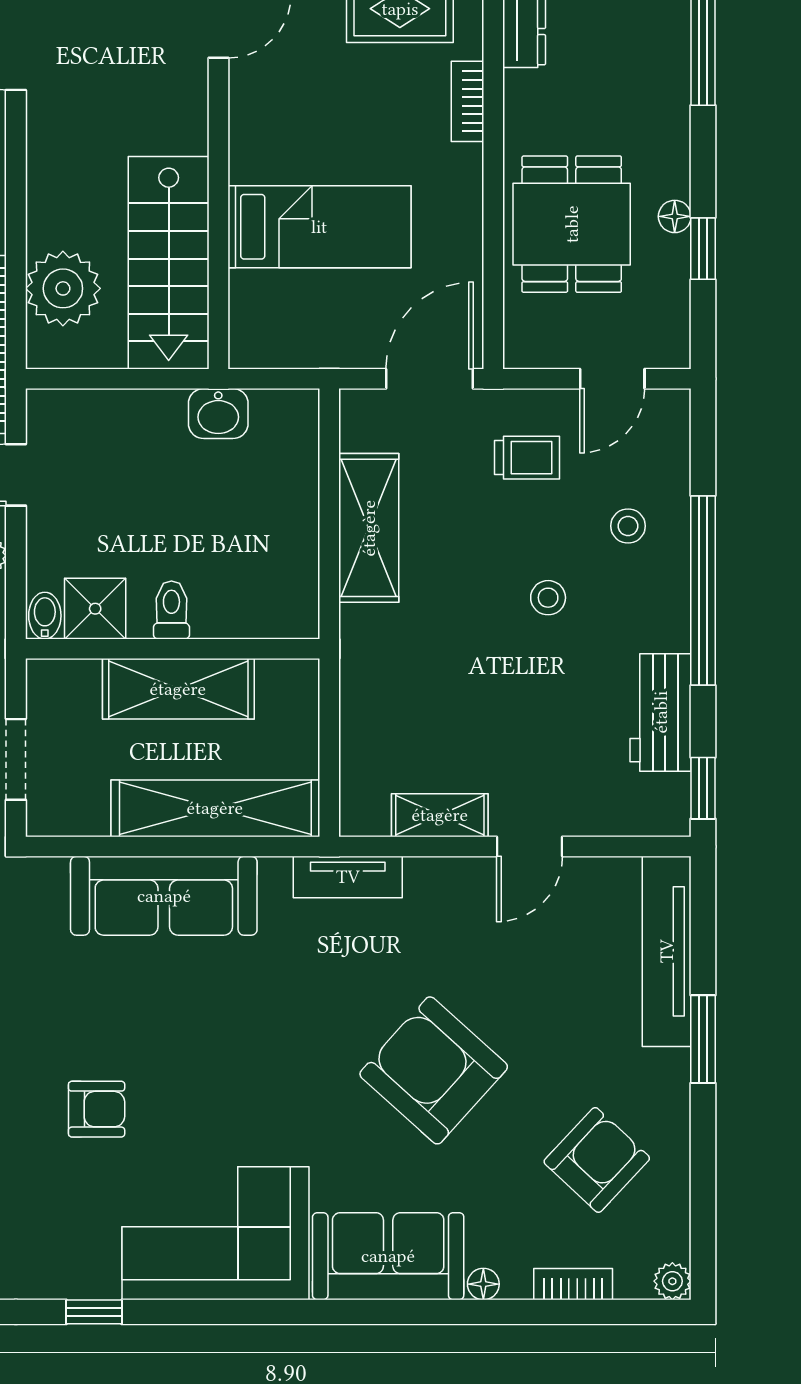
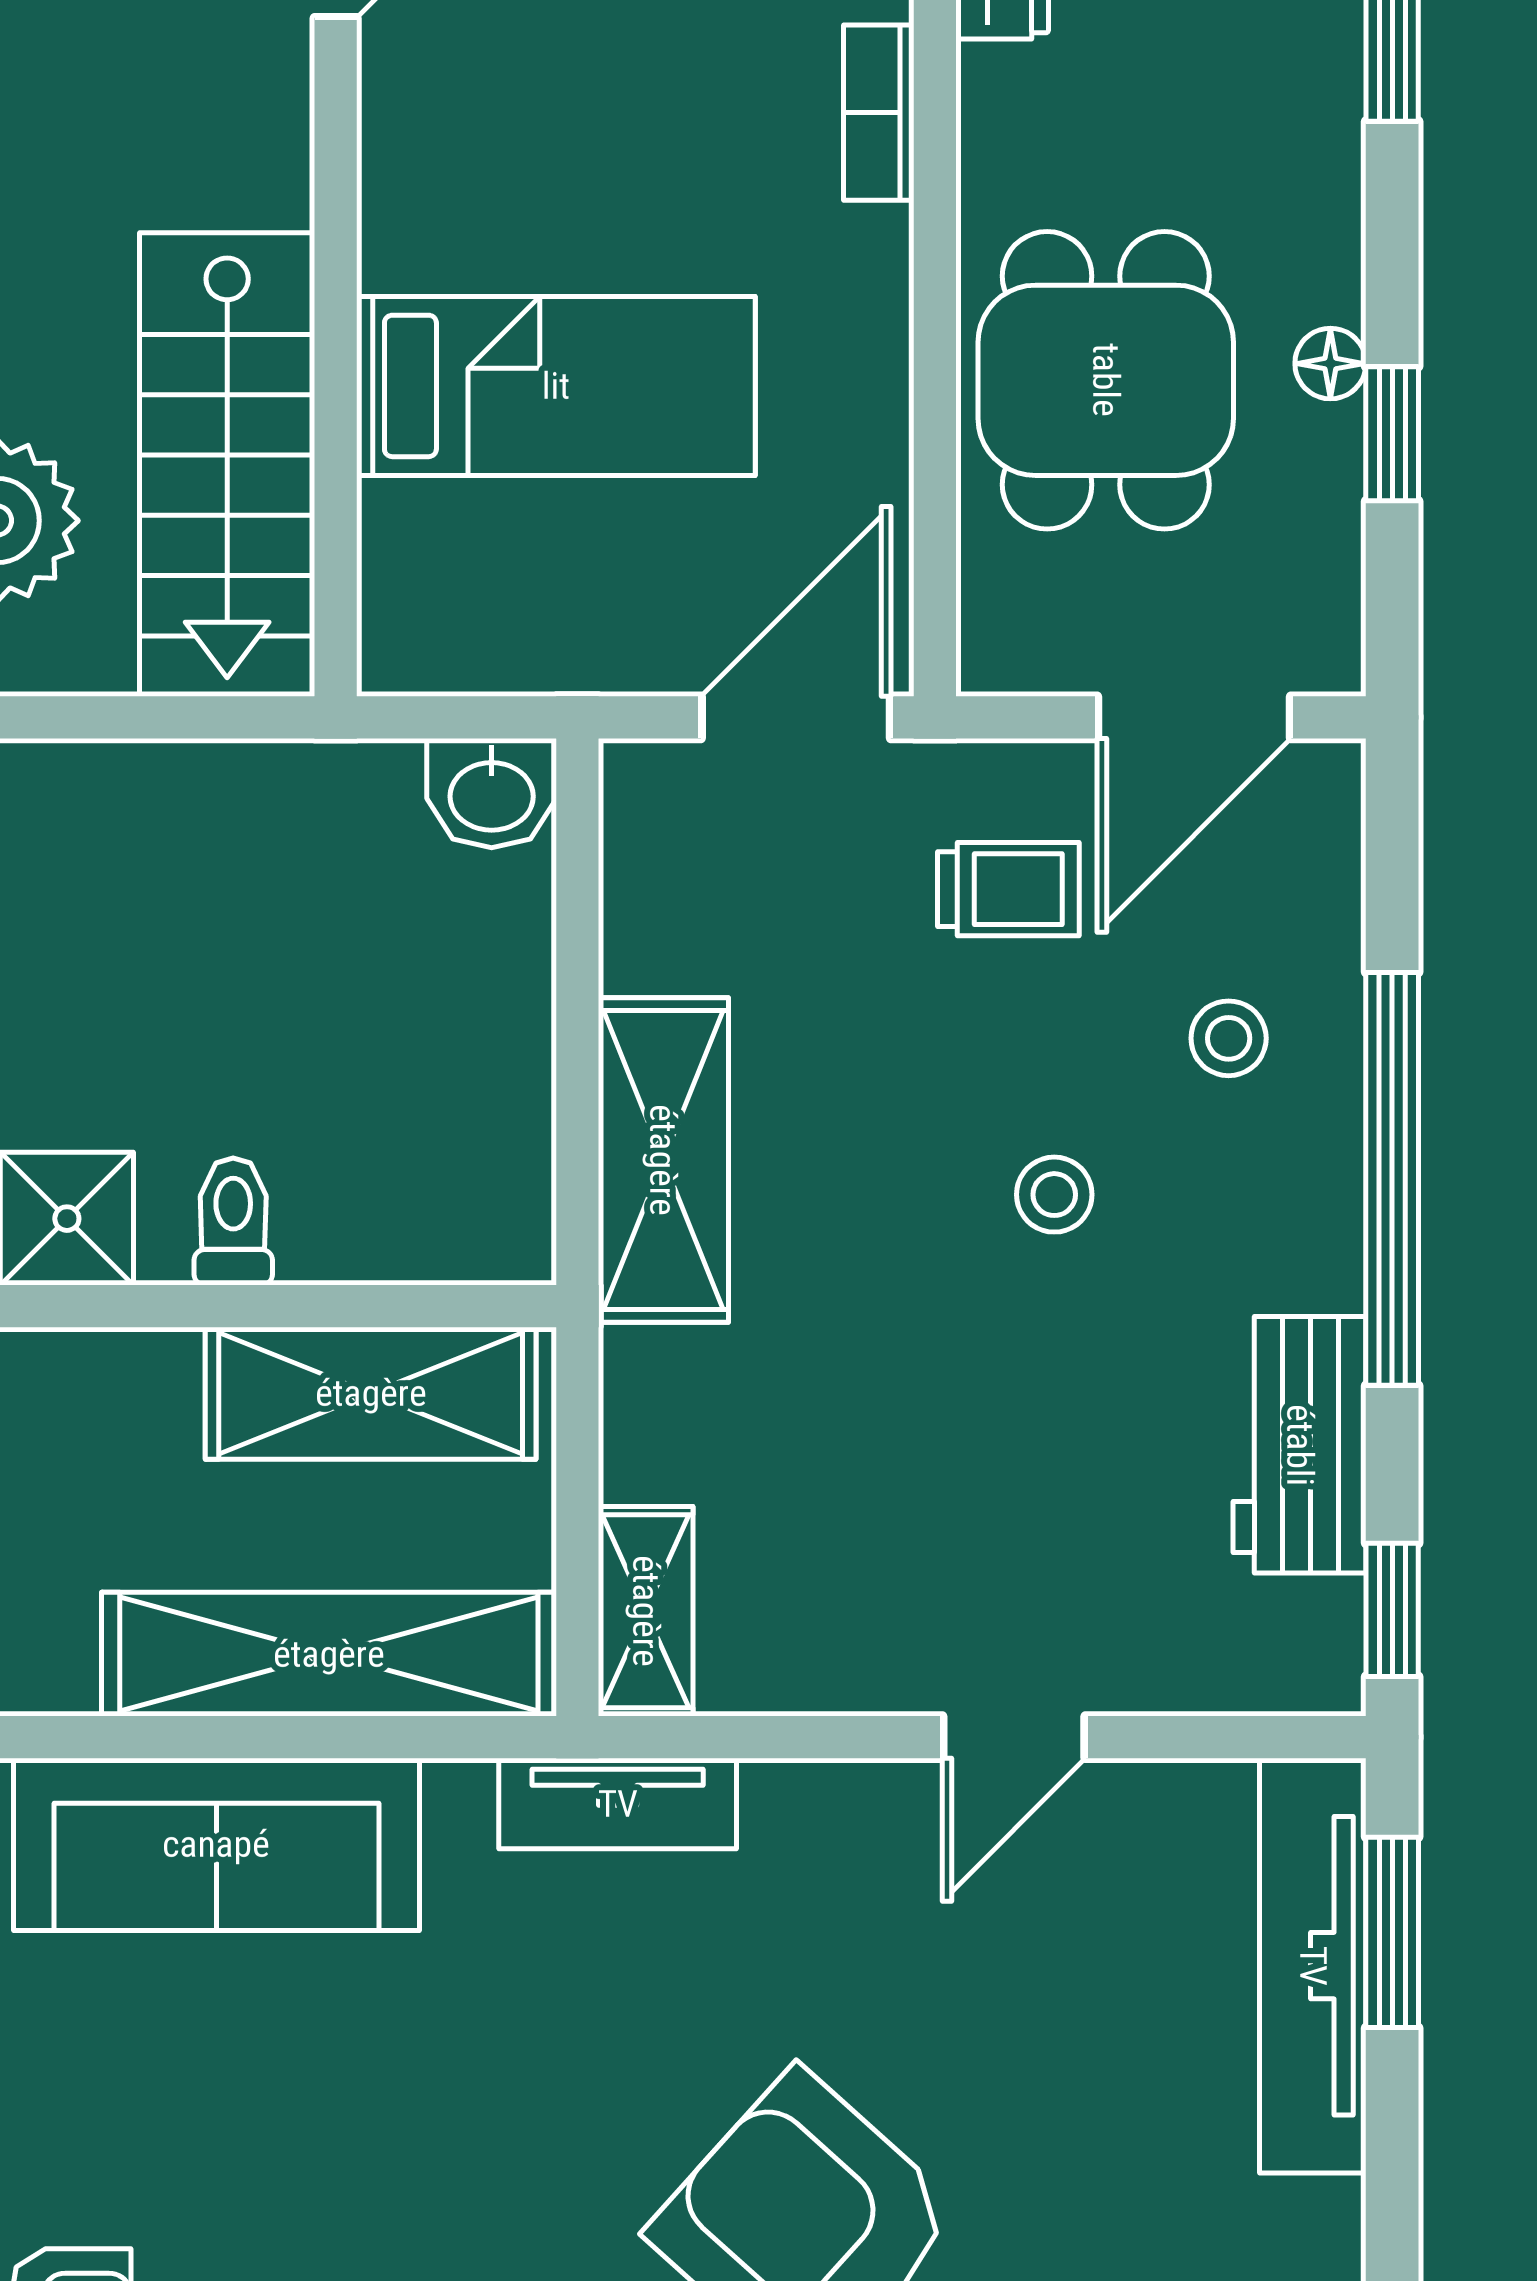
door: (612, 379) -> (1194, 717), width x1.38
washbasin: (218, 414) -> (492, 793), moved
shelving: (369, 528) -> (663, 1160), moved
shelving: (178, 689) -> (371, 1393), moved
shelving: (440, 815) -> (646, 1611), moved, turned 90
window: (703, 1039) -> (1392, 1932), moved

